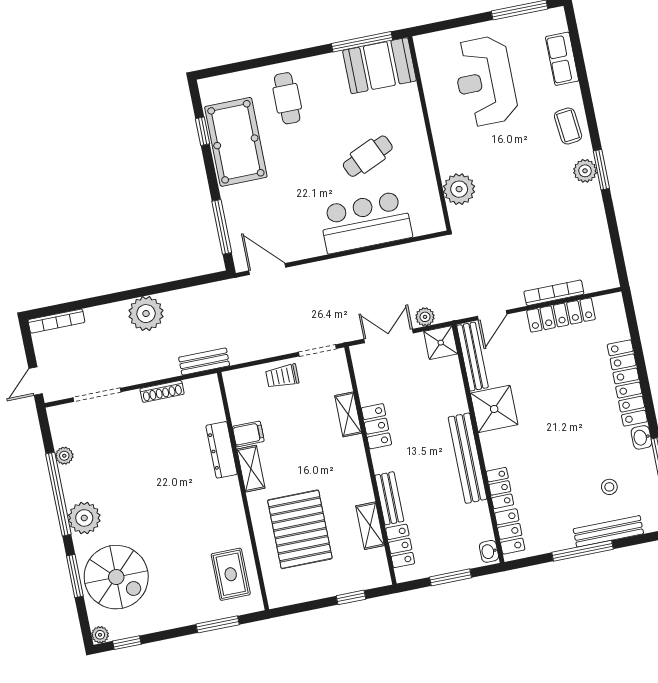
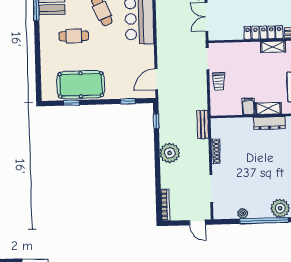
cafe table: (287, 98) -> (74, 36), moved
window: (222, 227) -> (128, 101), width x0.46
window: (196, 281) -> (156, 121), added
shelving: (348, 414) -> (273, 47), moved
locker: (376, 426) -> (263, 33), width x1.53
dresser: (222, 450) -> (269, 123), moved

